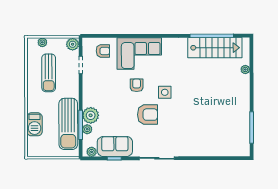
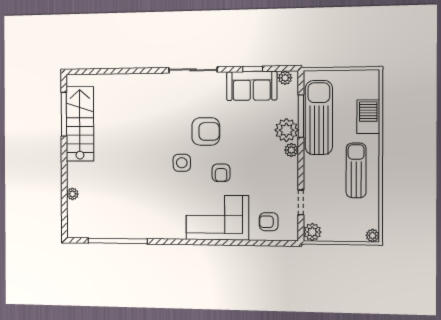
plant: (42, 42) -> (373, 236), moved
stairs: (215, 48) -> (80, 124), moved, turned 90
sun lounger: (49, 73) -> (356, 170), moved
armchair: (147, 115) -> (206, 131), turned 180
plant: (87, 129) -> (291, 150), moved

